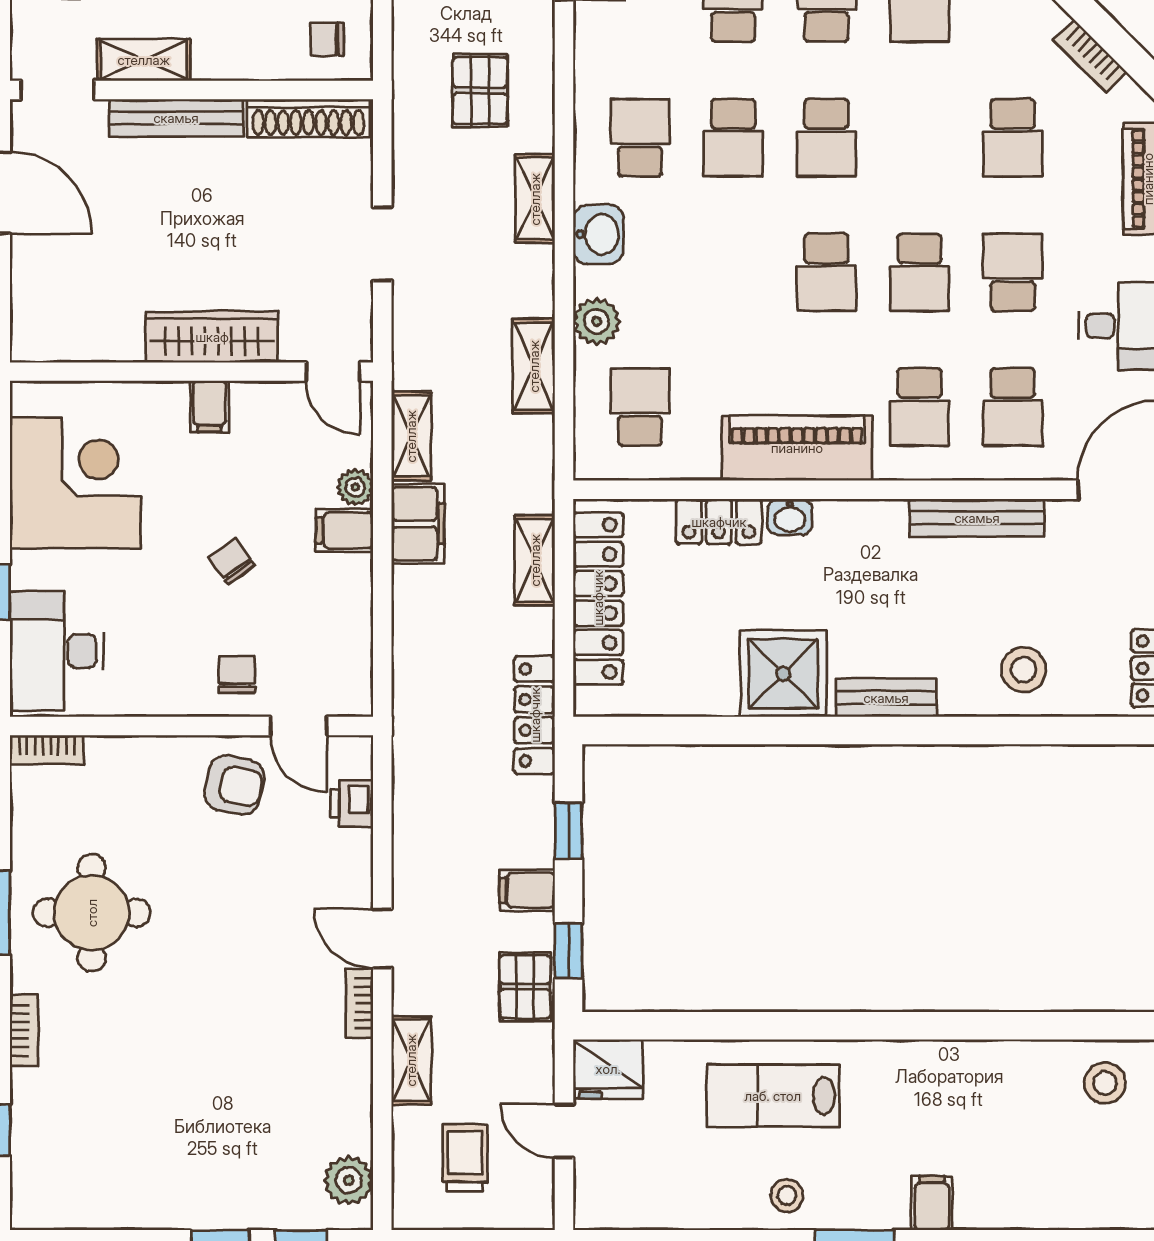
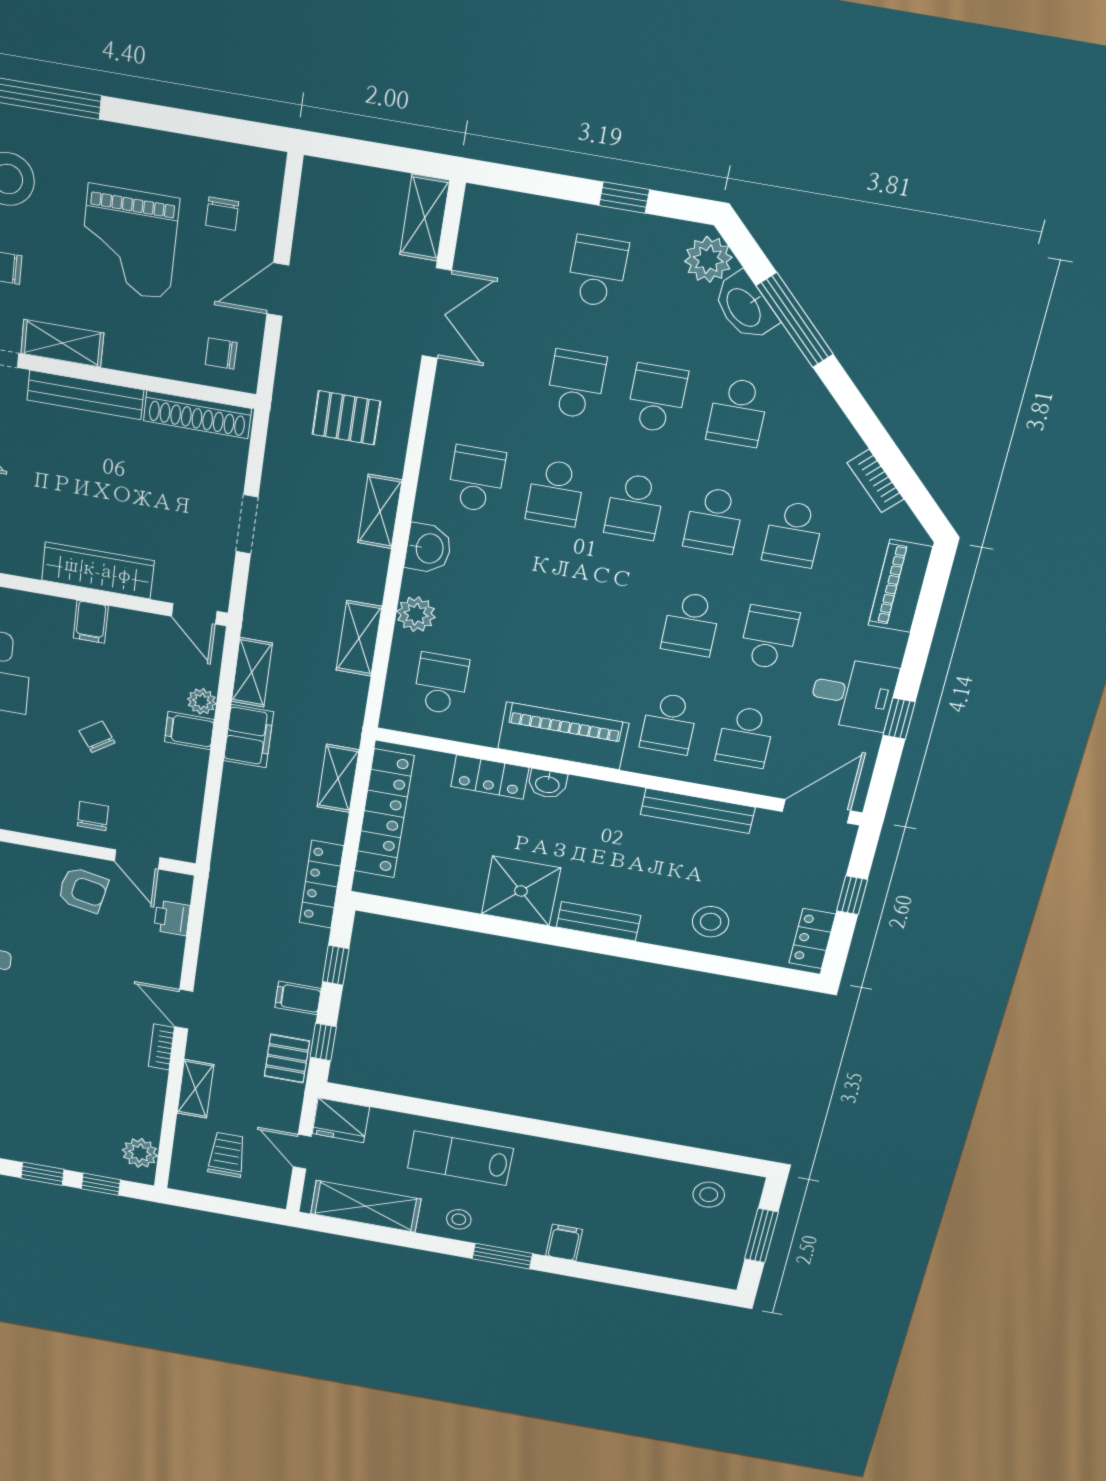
pallet: (480, 90) -> (346, 418), turned 90
school desk: (826, 272) -> (714, 520), moved
shelving: (661, 1202) -> (366, 1206), added

